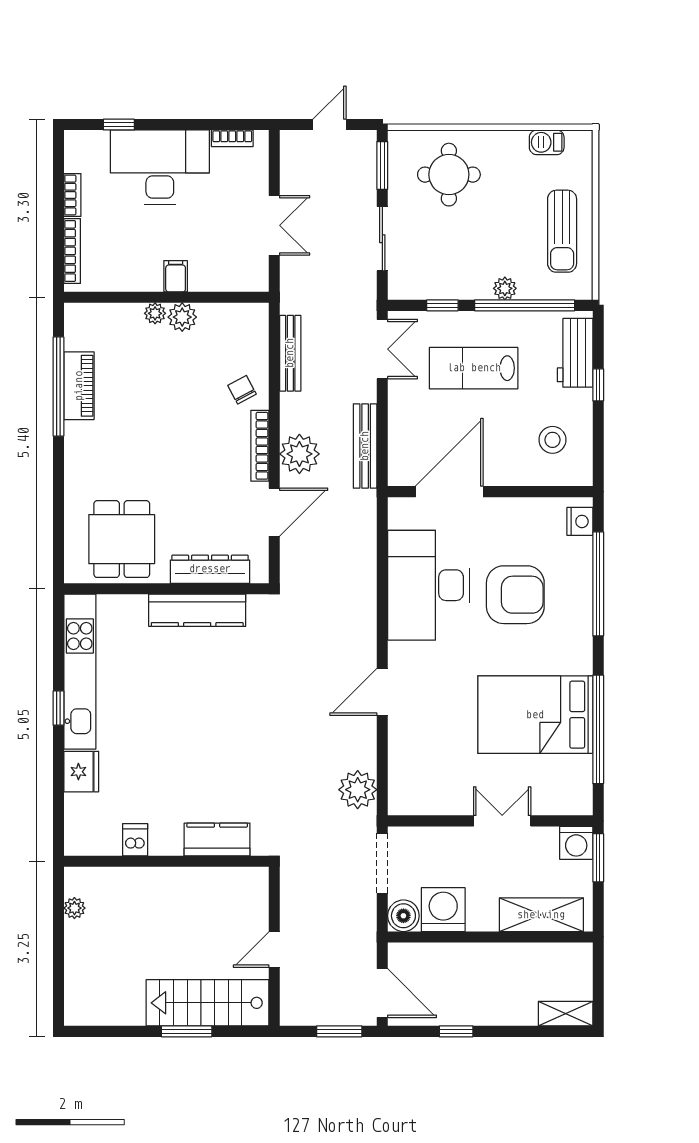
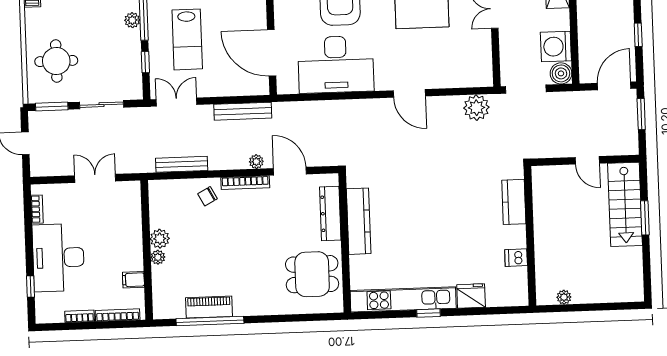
filing cabinet: (176, 276) -> (133, 280), moved
plant: (299, 454) -> (256, 162), width x0.53, depth x0.53

